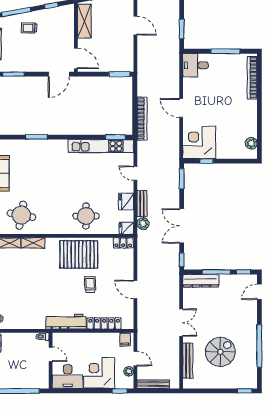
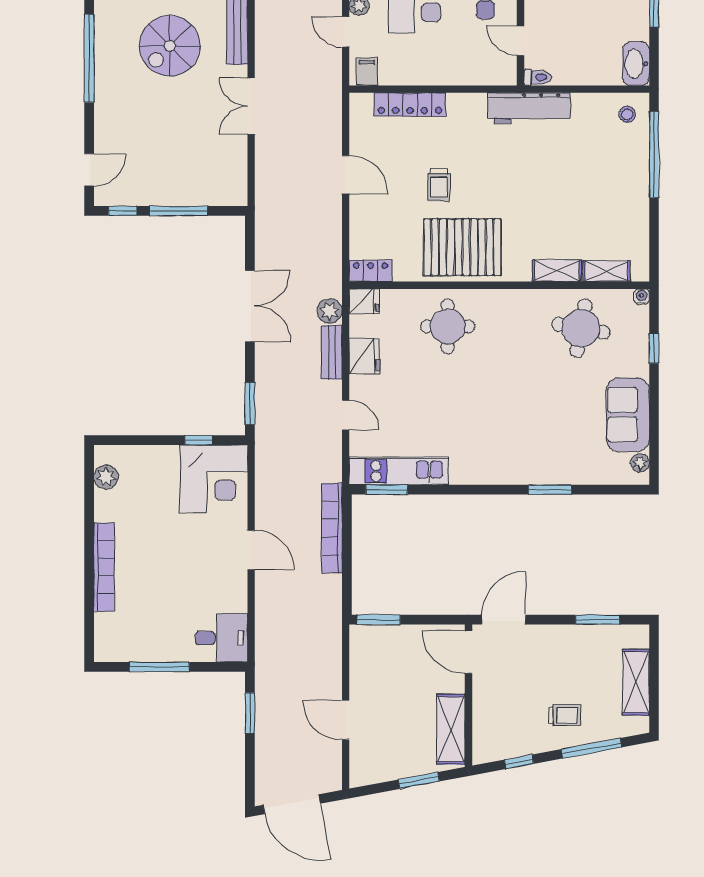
bookcase: (252, 78) -> (104, 567), moved
kitchen unit: (101, 146) -> (399, 471), width x0.73
window: (182, 260) -> (250, 236), removed
dresser: (201, 281) -> (210, 193), removed
workbench: (66, 322) -> (529, 108), moved

